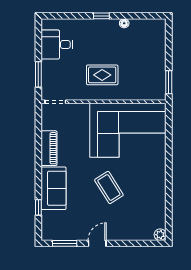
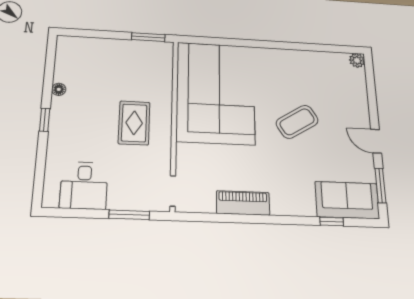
sofa: (54, 188) -> (347, 200), moved

